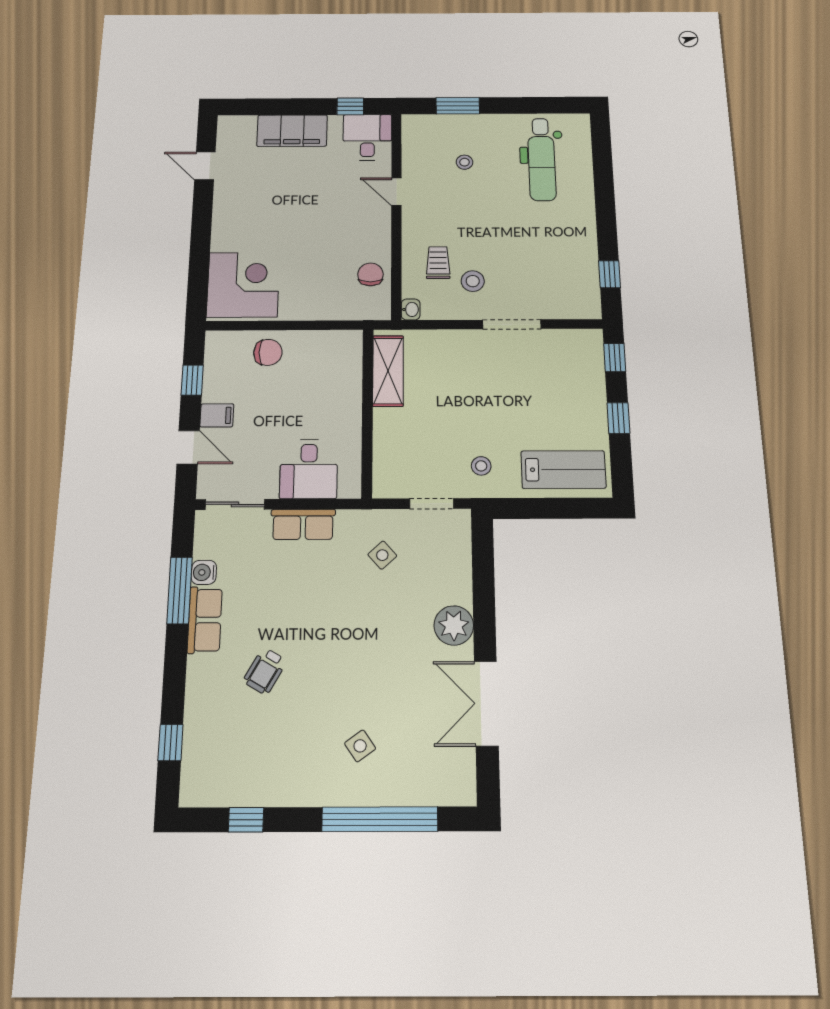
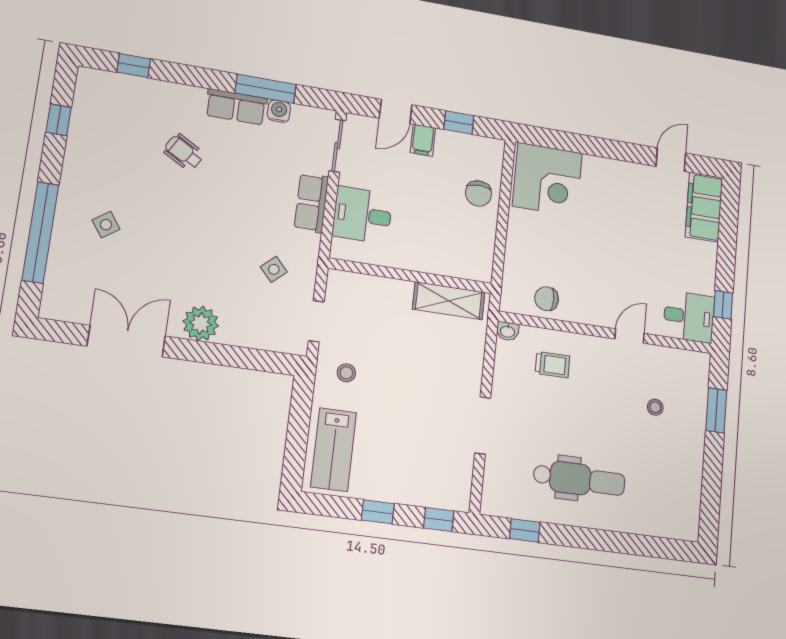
filing cabinet: (292, 131) -> (704, 207), moved
dental chair: (542, 159) -> (579, 479), moved, turned 180
chair: (370, 274) -> (547, 299), turned 180
stool: (473, 281) -> (530, 395), removed

